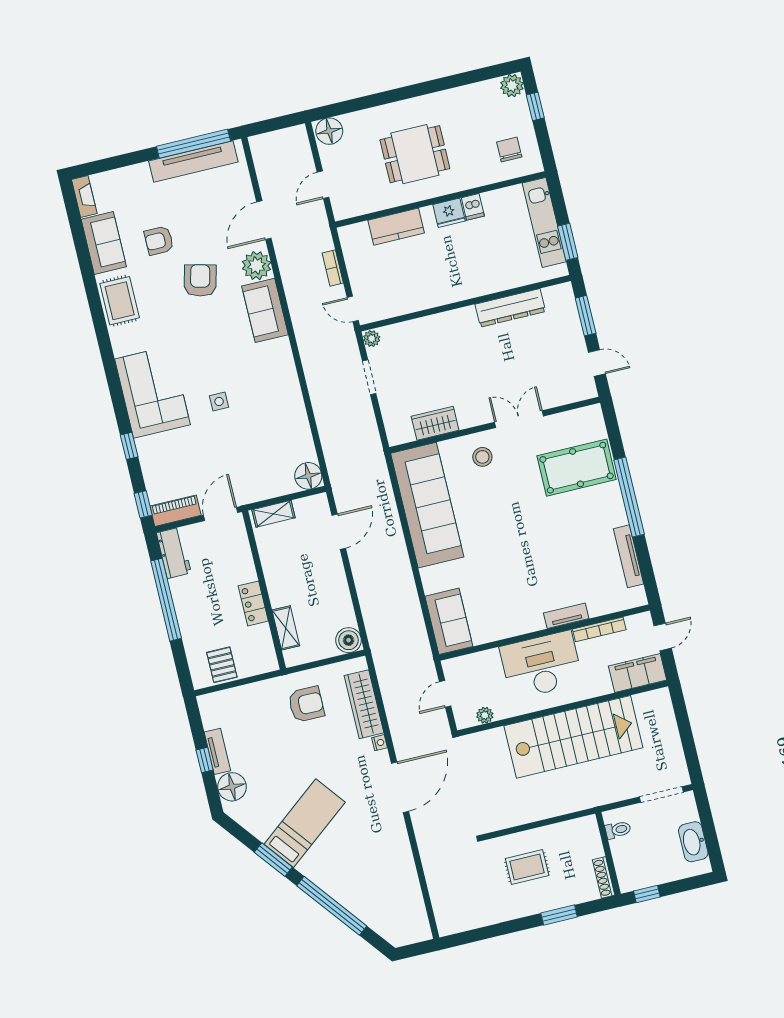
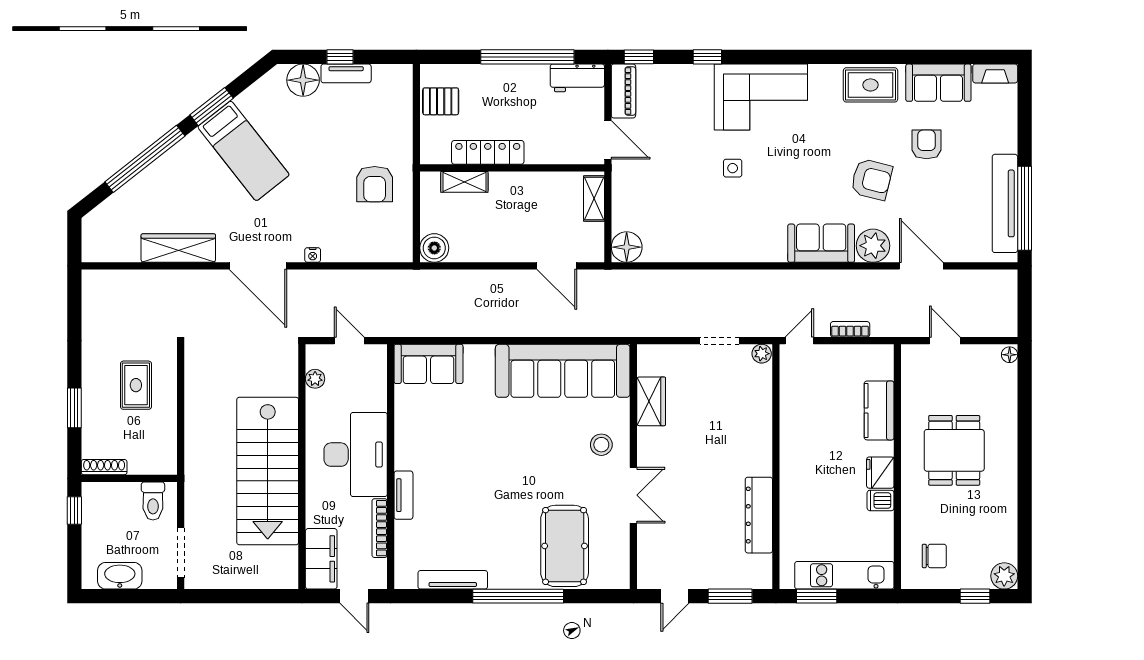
floor lamp: (329, 131) -> (1010, 355), width x0.53, depth x0.53
locker: (253, 603) -> (488, 152), width x1.53
wardrobe: (364, 704) -> (178, 248), moved
toilet: (618, 830) -> (153, 501), width x1.37, depth x1.39

